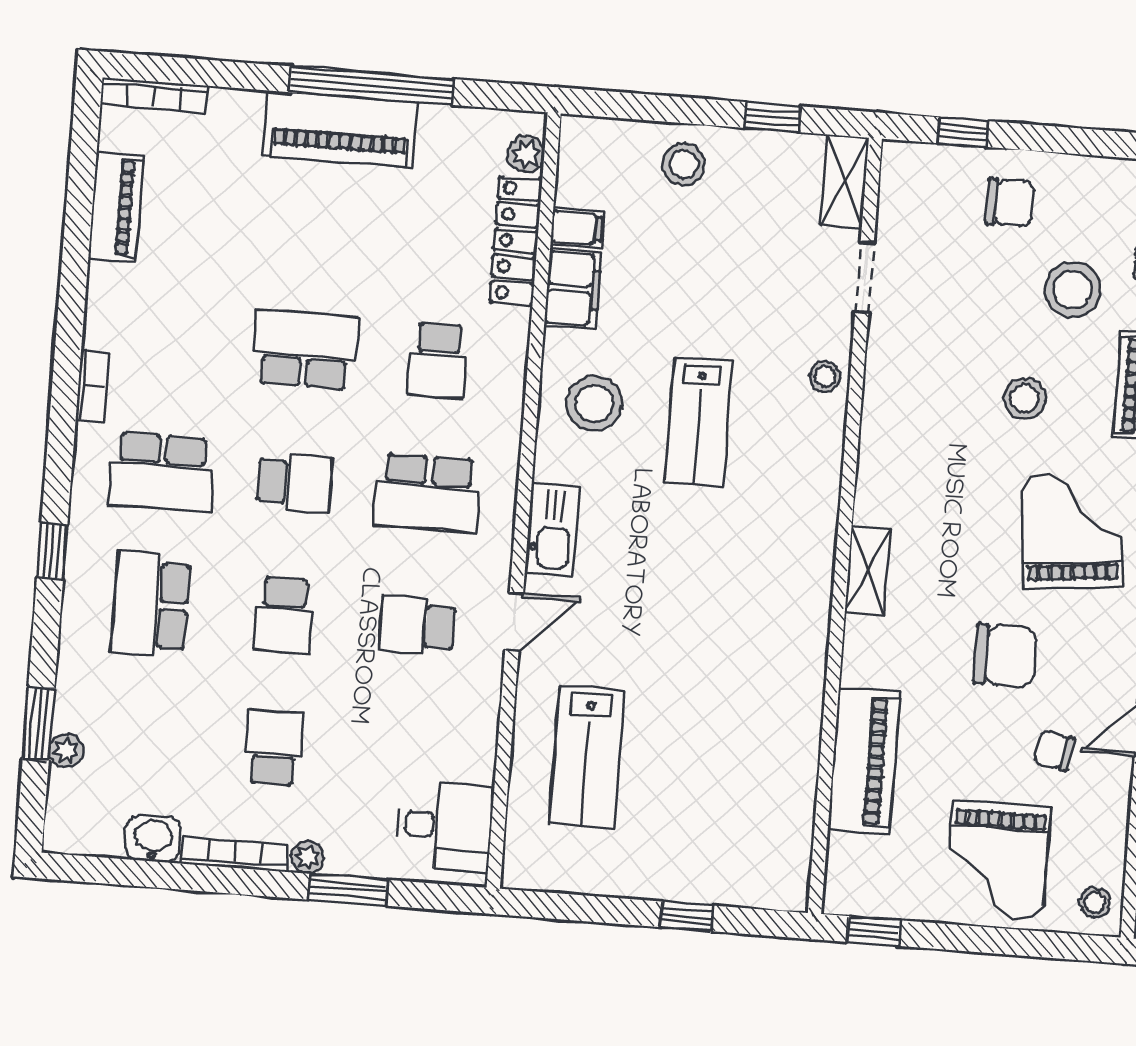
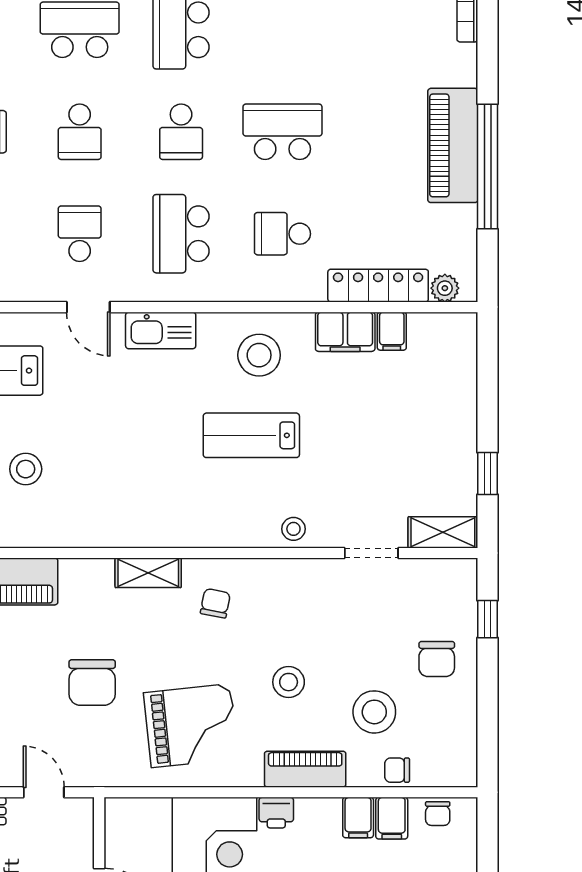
stool: (684, 164) -> (26, 469), moved
school desk: (305, 350) -> (282, 132), turned -90
school desk: (284, 615) -> (80, 132), turned -90
chair: (1054, 750) -> (215, 603), moved

